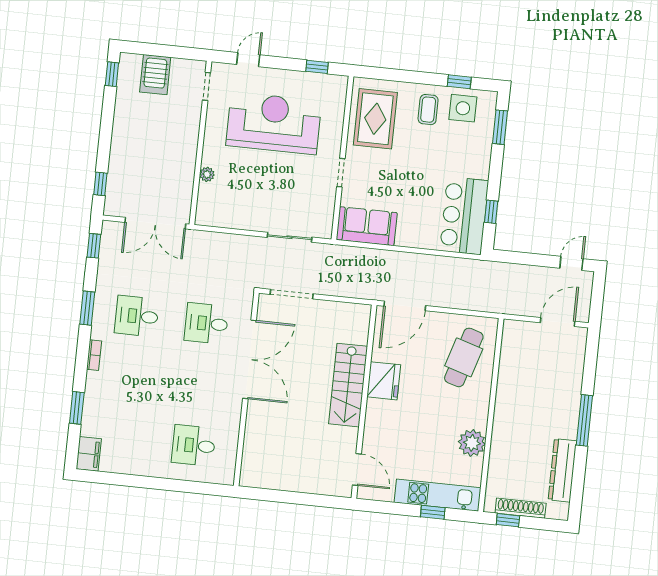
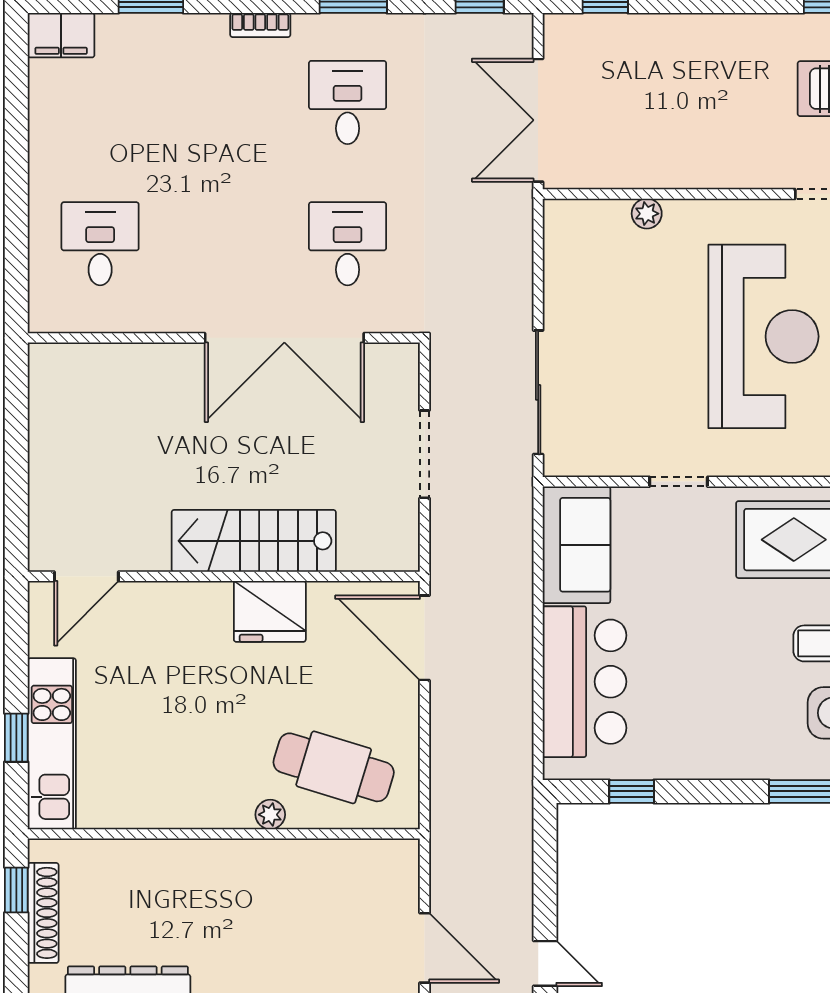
bar counter: (464, 216) -> (585, 682), moved, turned 90
sliding door: (290, 237) -> (538, 392), width x1.37
doorway: (292, 294) -> (425, 454), moved
plant: (472, 443) -> (270, 815), moved, width x0.53, depth x0.53

